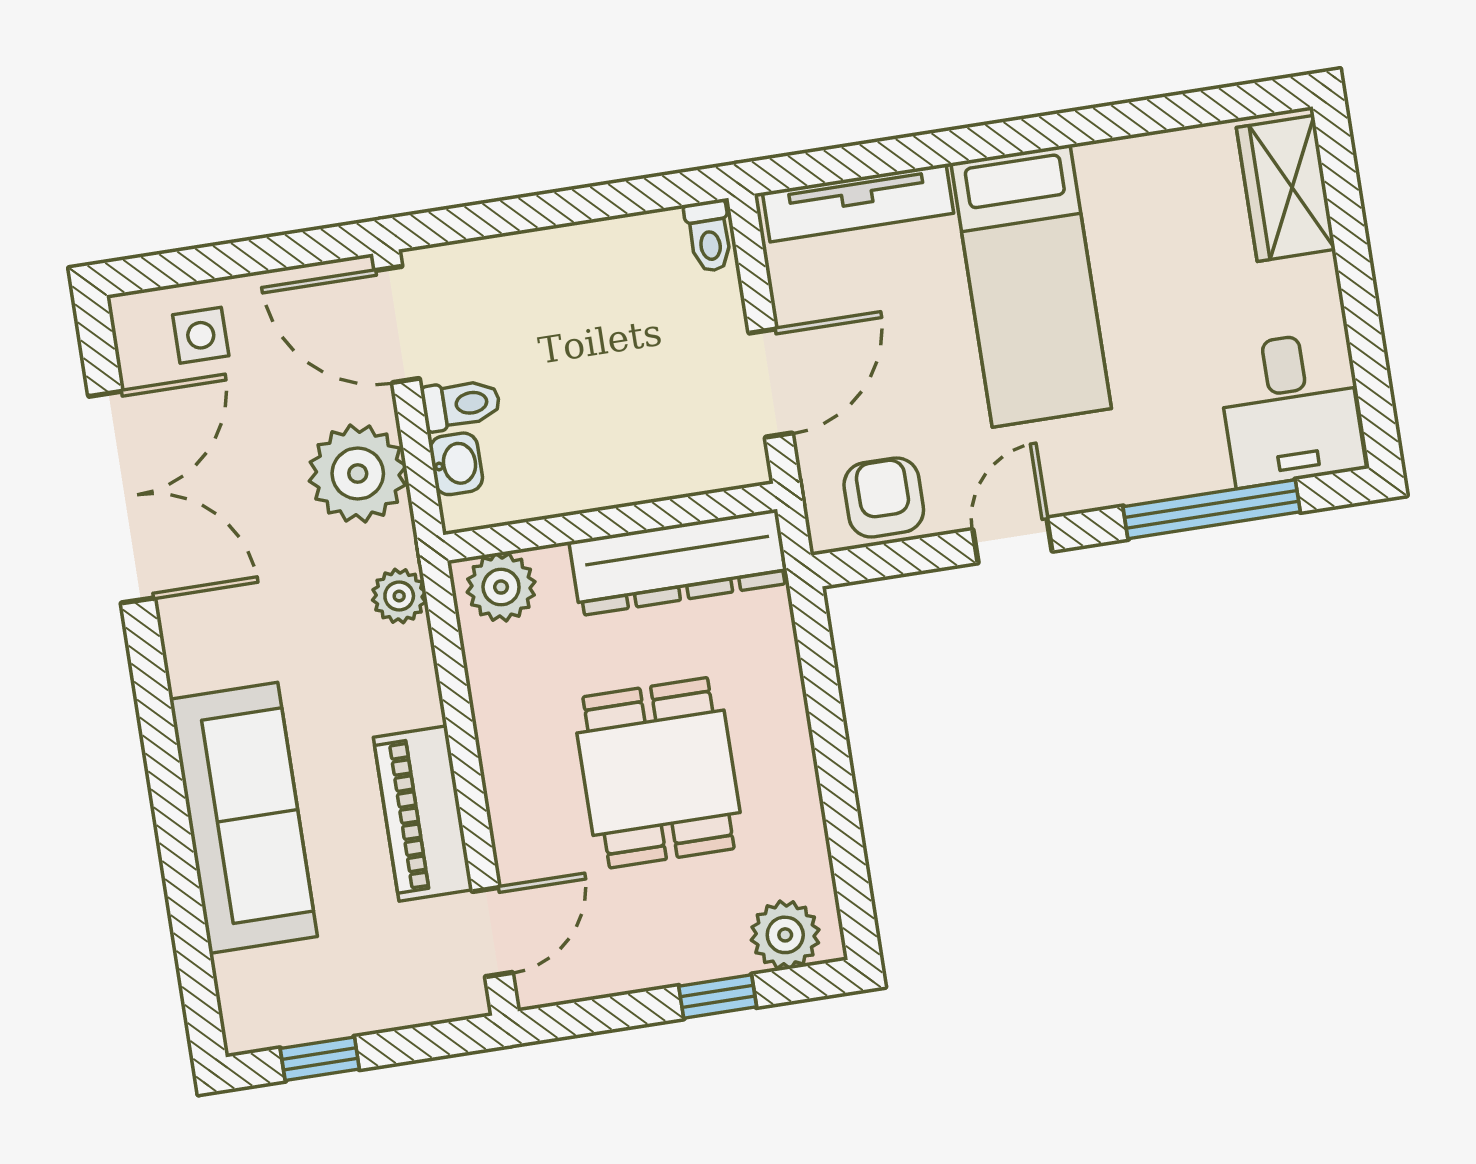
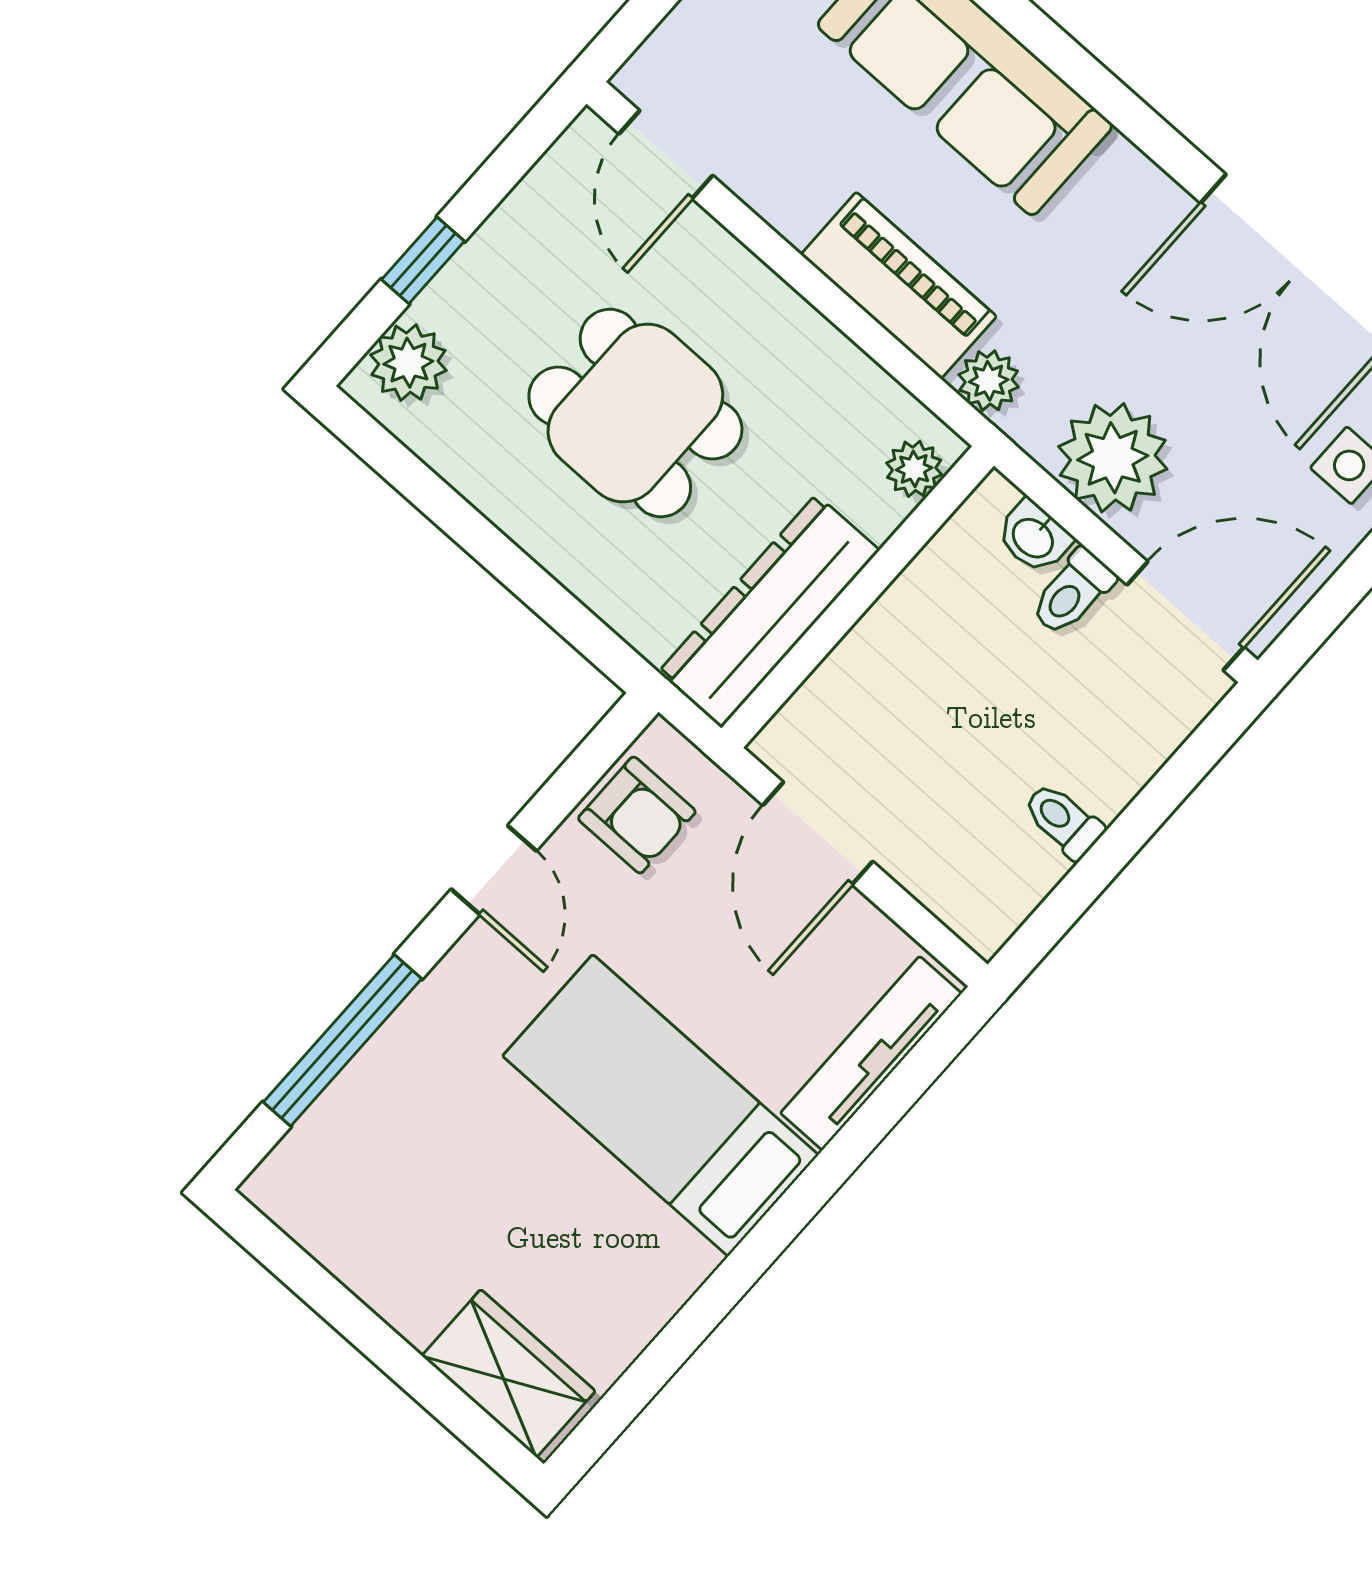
toilet: (709, 236) -> (1063, 821), moved
desk: (1290, 409) -> (346, 1185), removed
plant: (501, 587) -> (914, 469), width x0.73, depth x0.73
piano: (423, 814) -> (899, 286), moved

